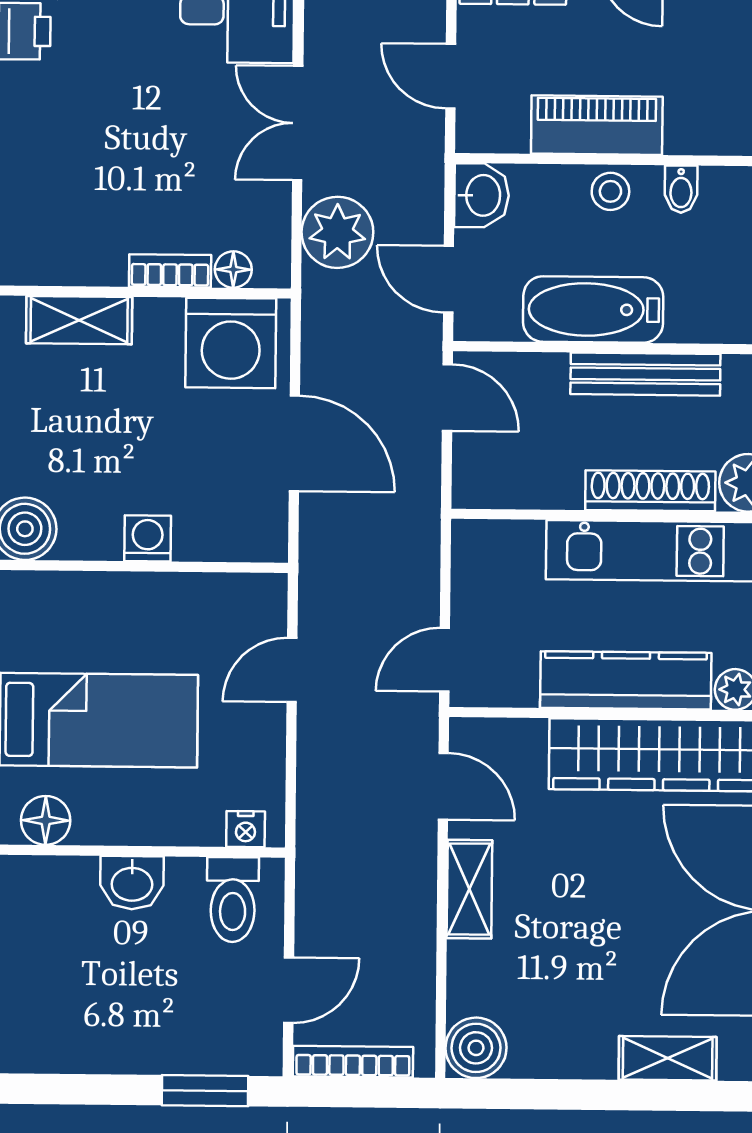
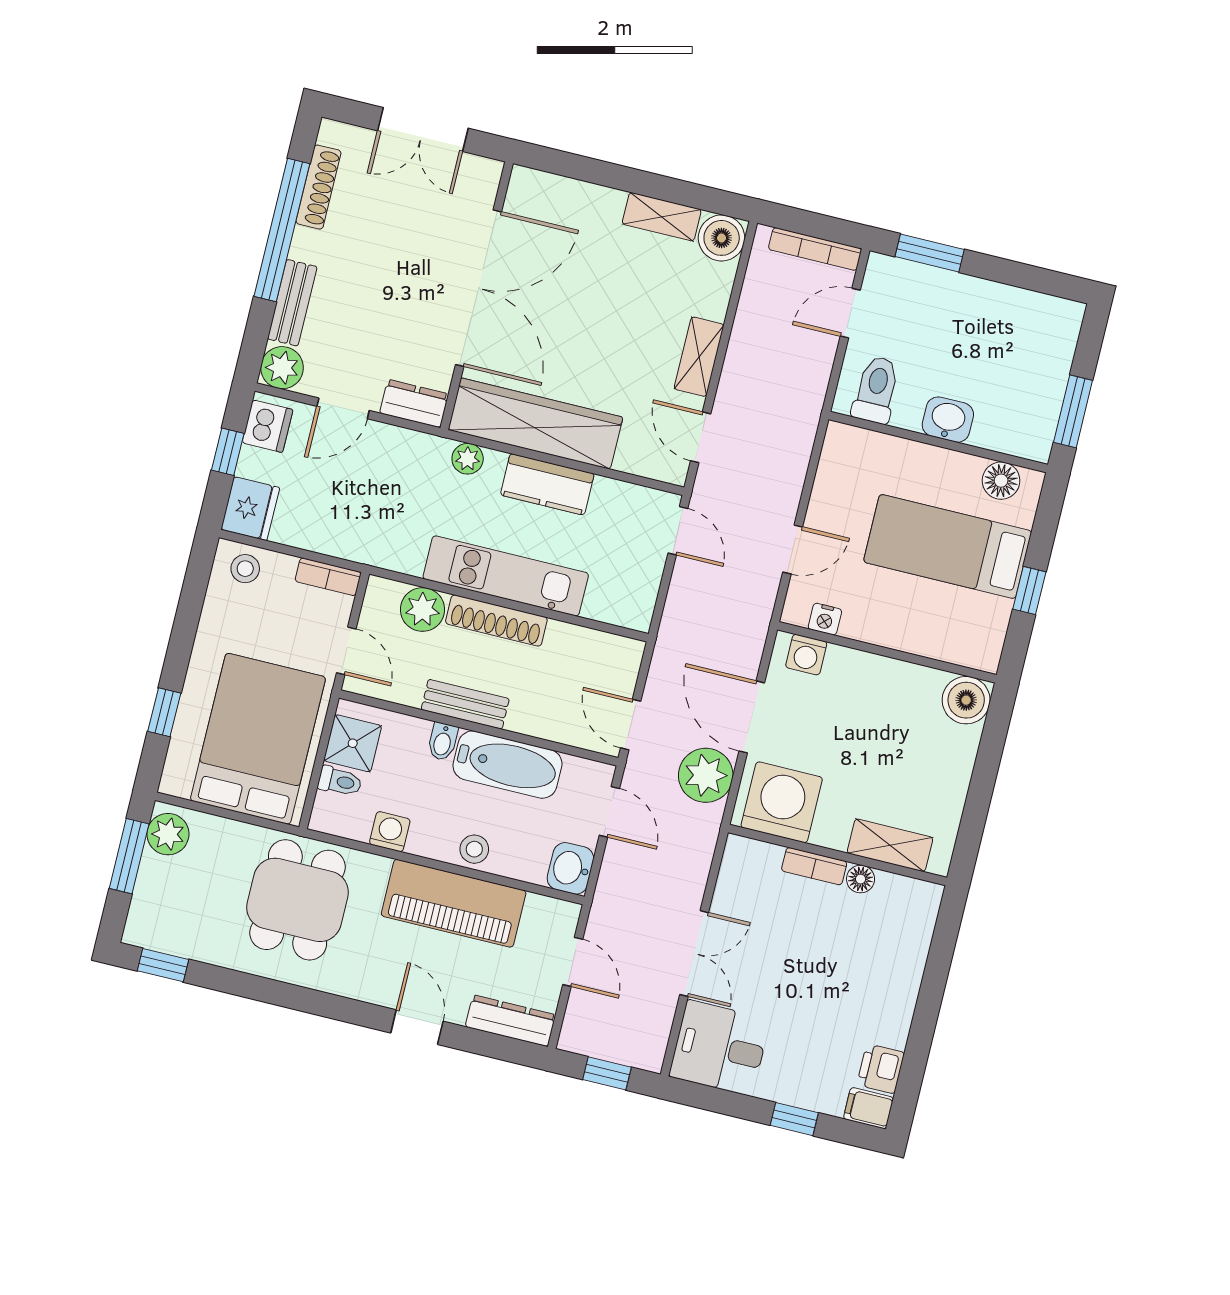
piano: (597, 125) -> (454, 903), width x1.37, depth x1.33
bidet: (681, 189) -> (443, 742), moved, turned 180
washing machine: (724, 189) -> (390, 832), added
plant: (337, 232) -> (706, 775), moved
floor lamp: (233, 270) -> (861, 879), moved
bench: (645, 374) -> (465, 704), width x0.73
washing machine: (148, 538) -> (806, 655), moved
door: (445, 660) -> (678, 531), hinge flipped
kitchen counter: (626, 680) -> (547, 484), width x0.67
nightstand: (246, 829) -> (825, 619), moved, turned 180
shelving: (668, 1058) -> (662, 217), moved

